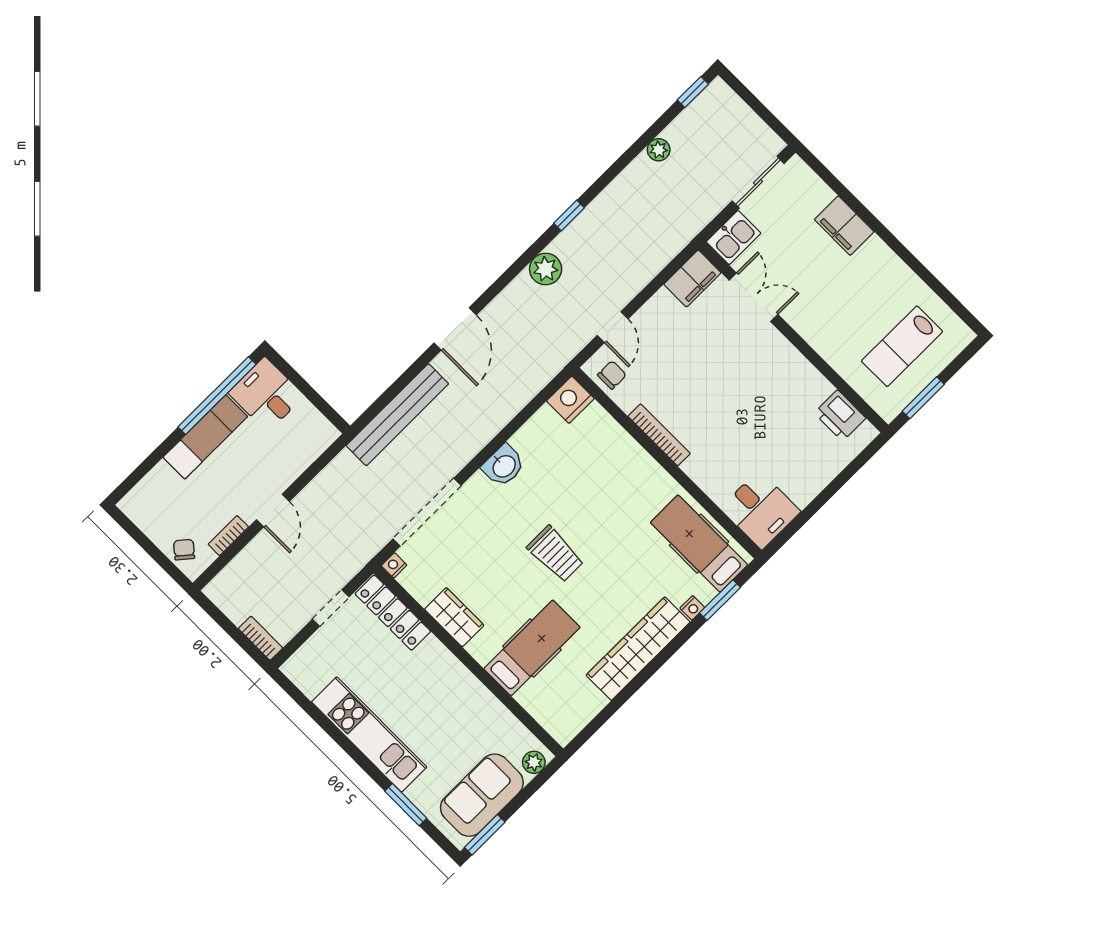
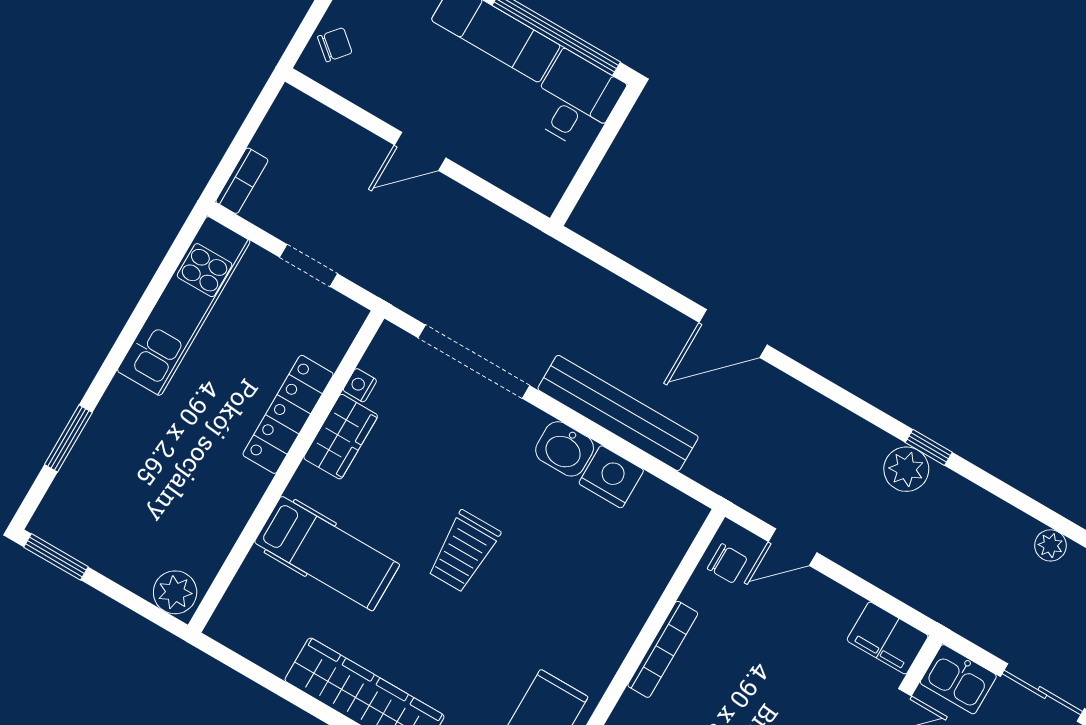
plant: (546, 269) -> (906, 469), moved
nightstand: (570, 400) -> (611, 477), moved
bench: (397, 415) -> (618, 413), moved
bookcase: (228, 536) -> (370, 100), removed
nightstand: (394, 565) -> (360, 385), moved, turned -90
locker: (393, 613) -> (288, 414), moved
kitchen unit: (369, 734) -> (184, 306), moved
plant: (534, 762) -> (175, 592), width x1.38, depth x1.38
sofa: (482, 795) -> (109, 539), removed

